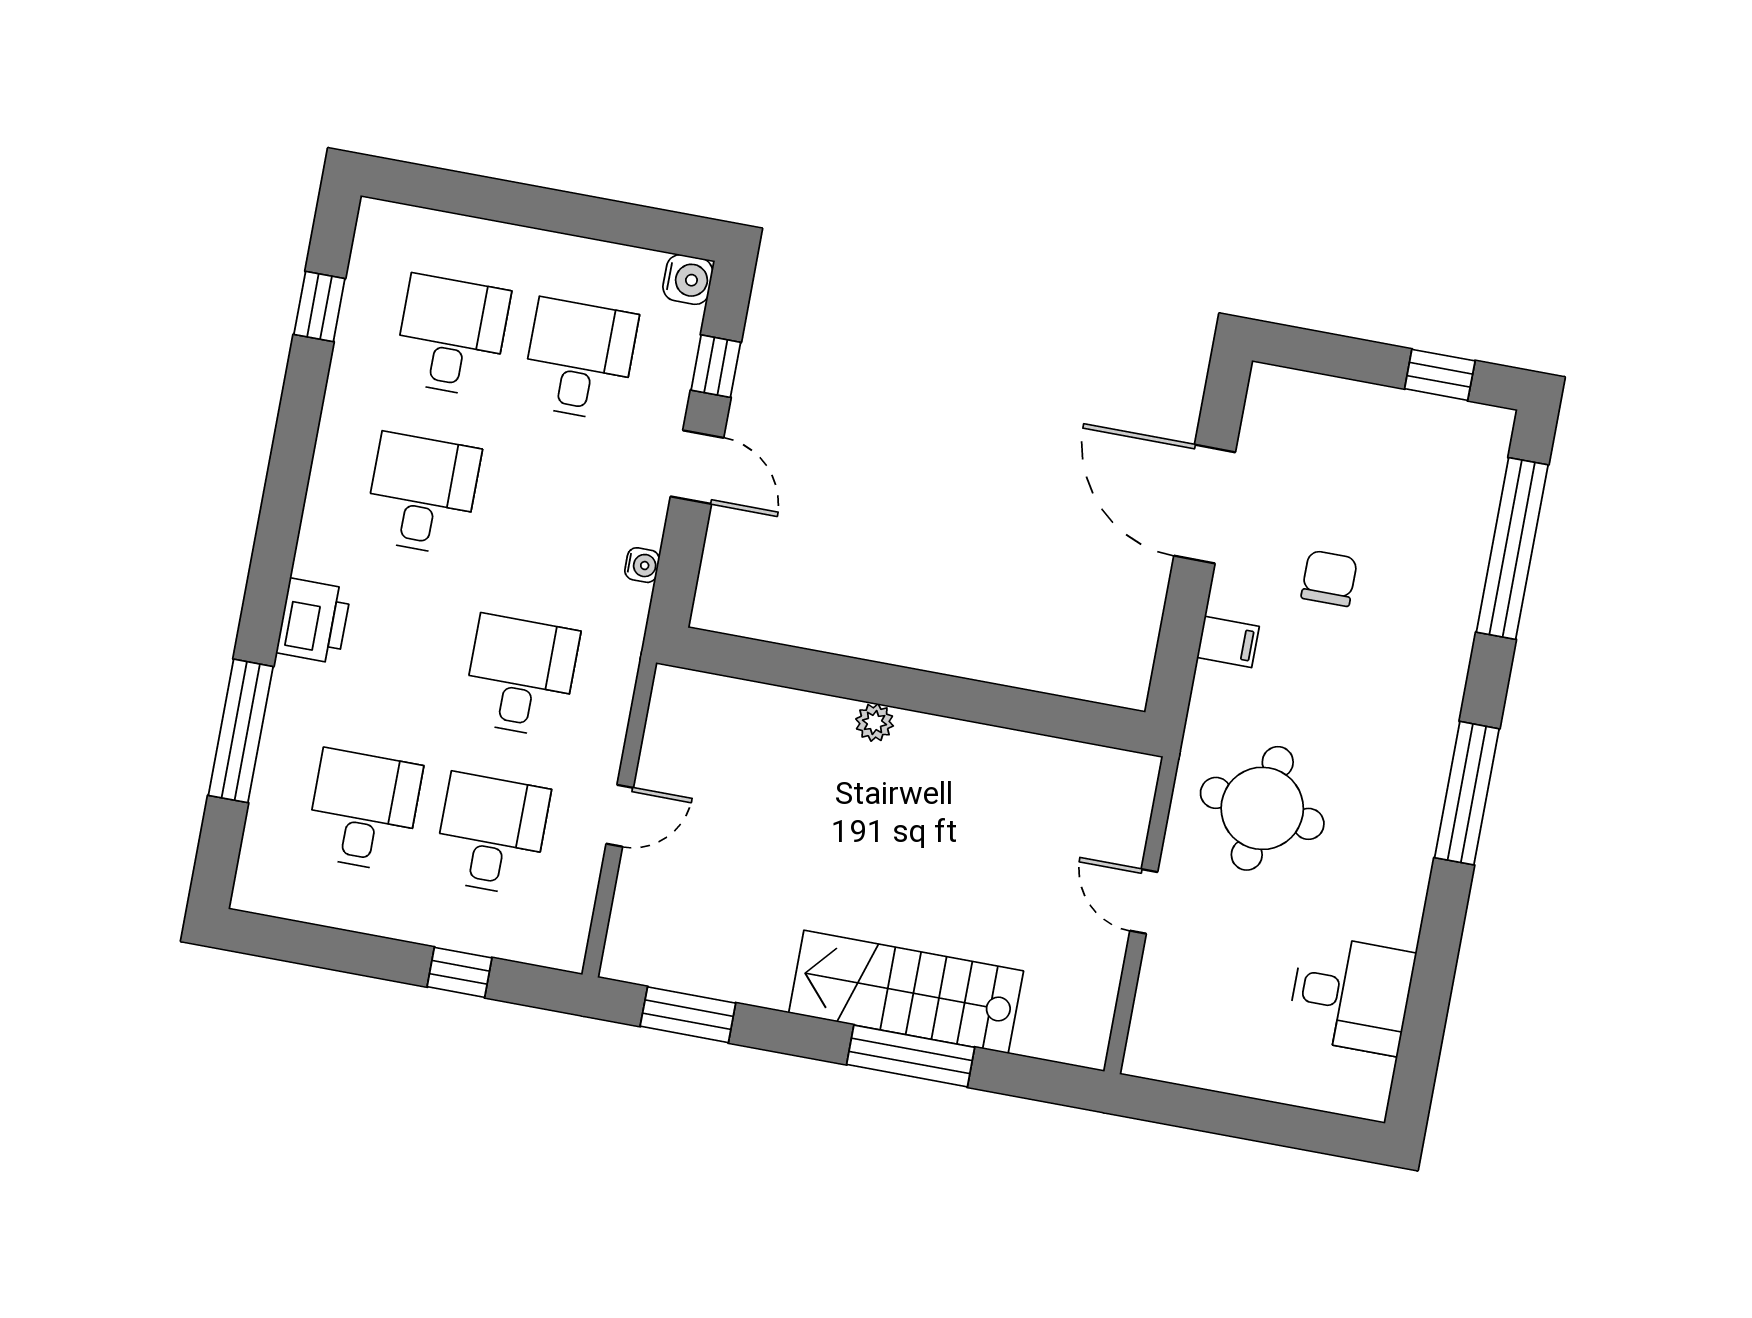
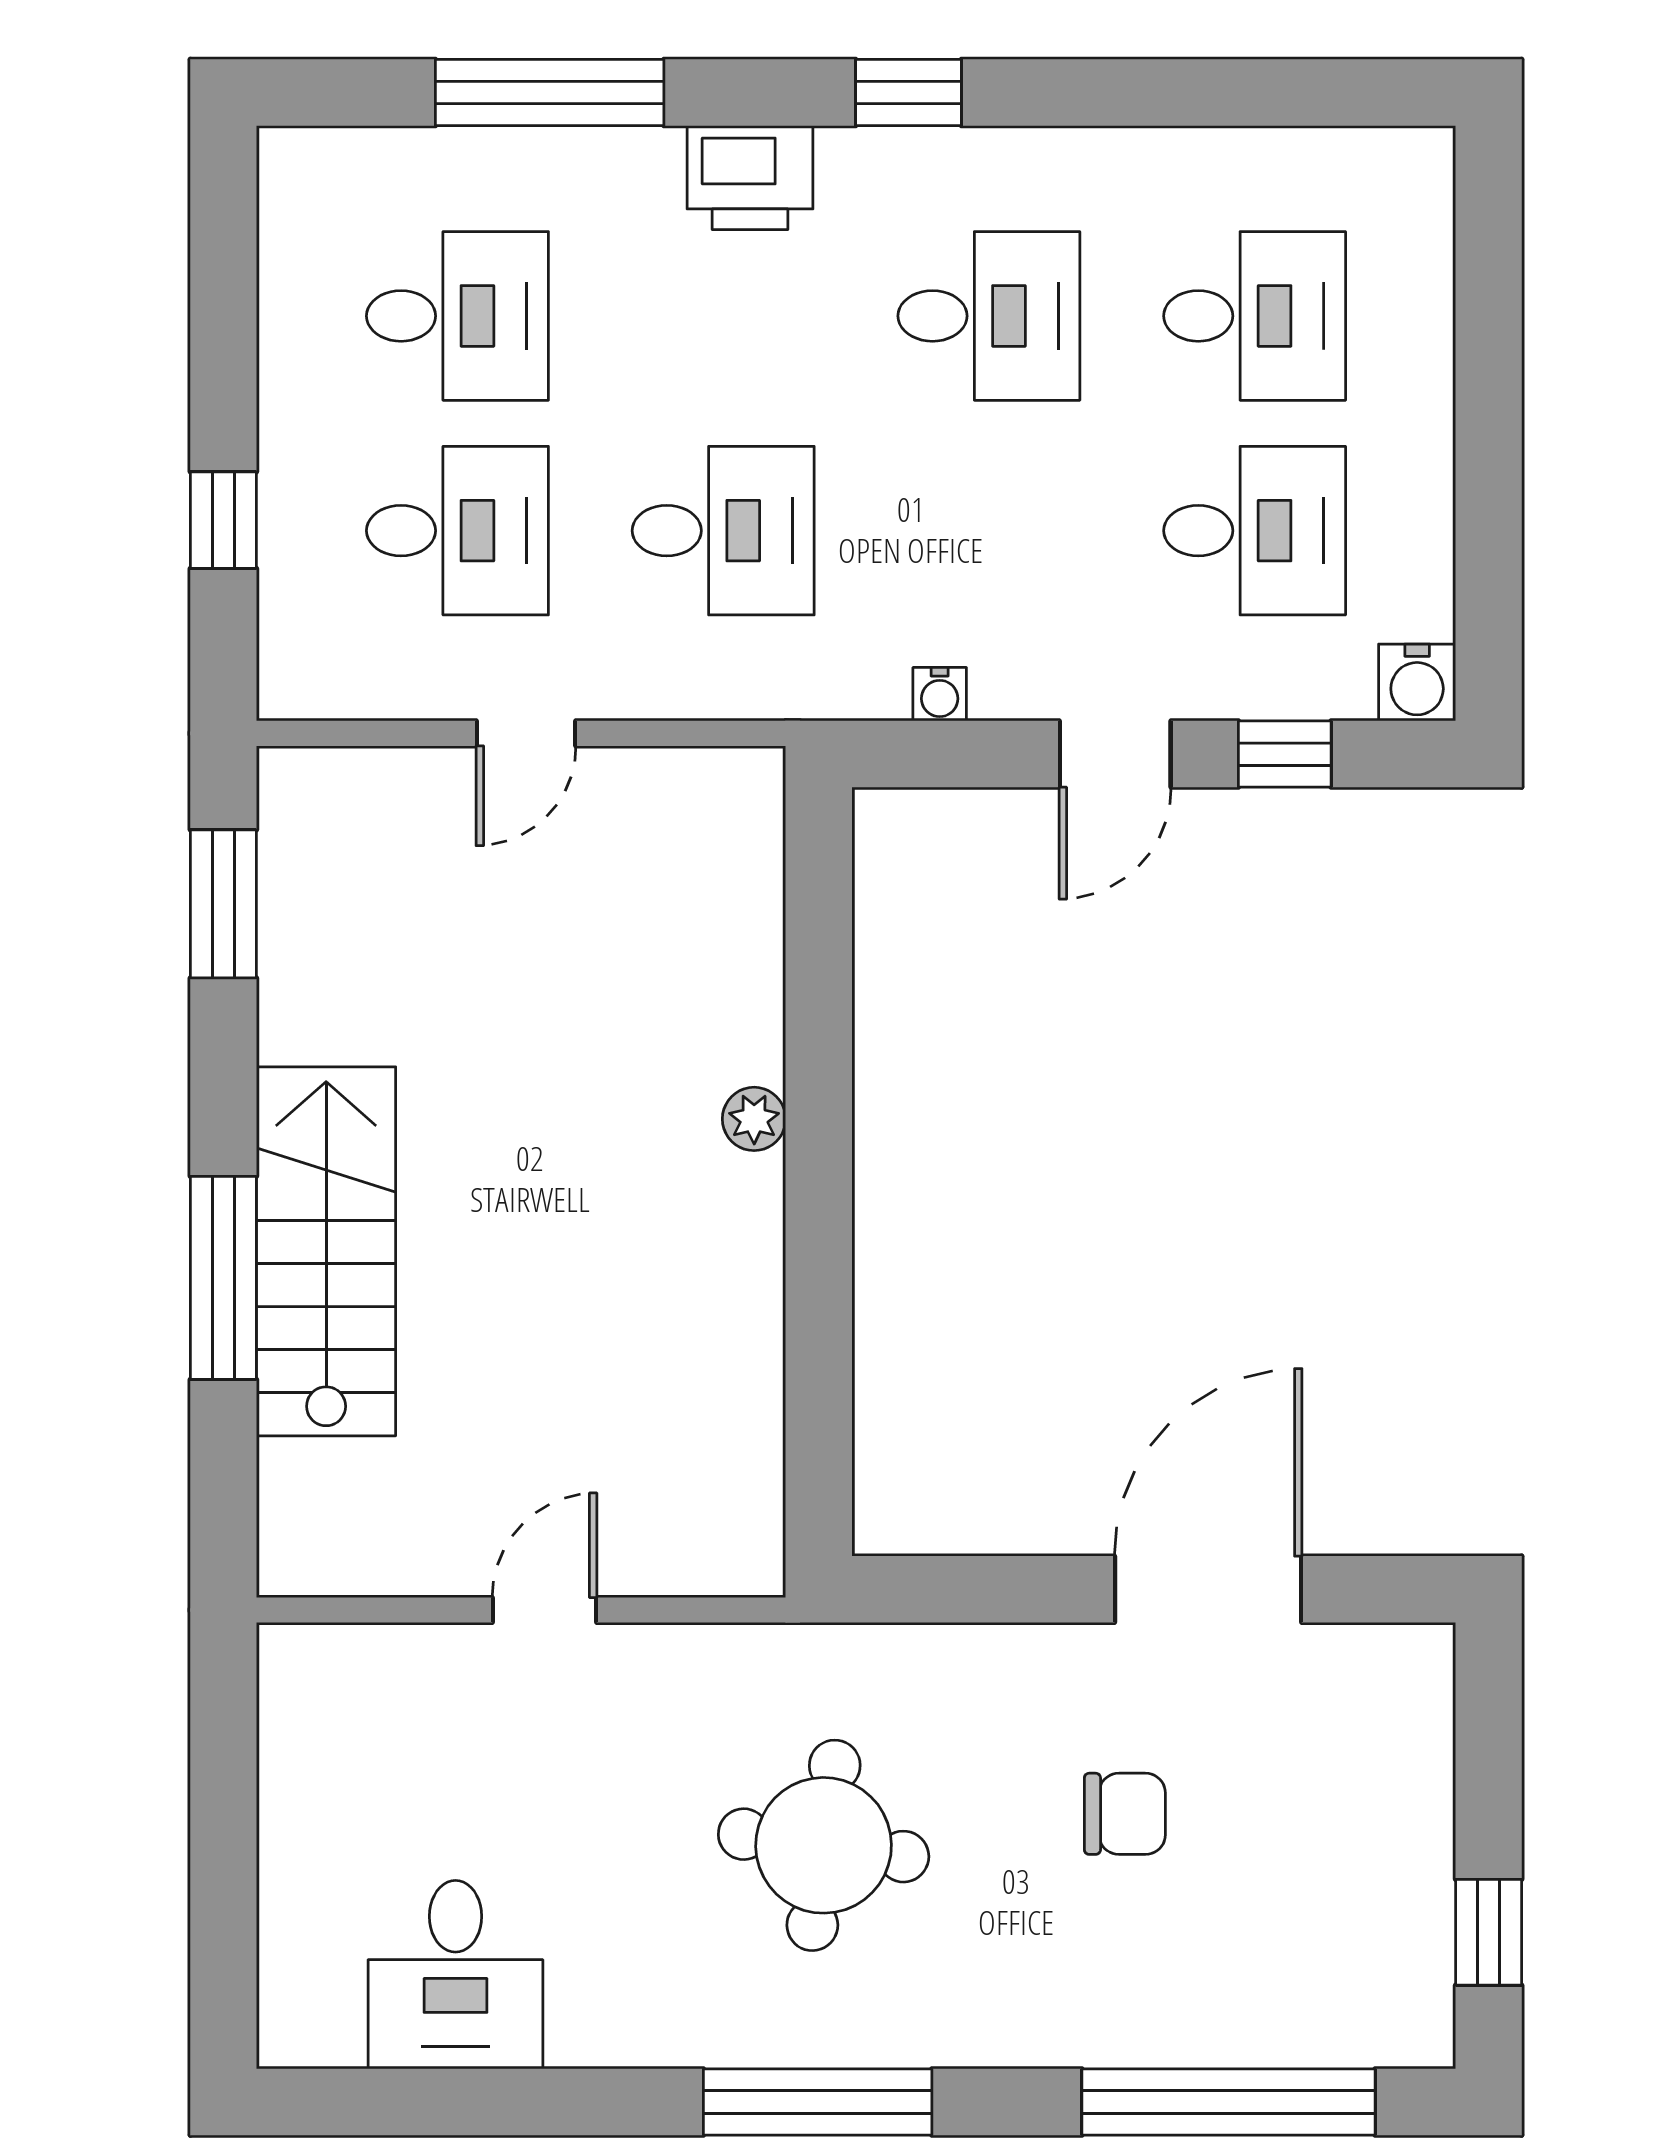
window: (319, 307) -> (908, 92), moved
filing cabinet: (1228, 642) -> (991, 1669), removed
round table: (1262, 808) -> (824, 1845), moved
door: (620, 816) -> (526, 733), hinge flipped

